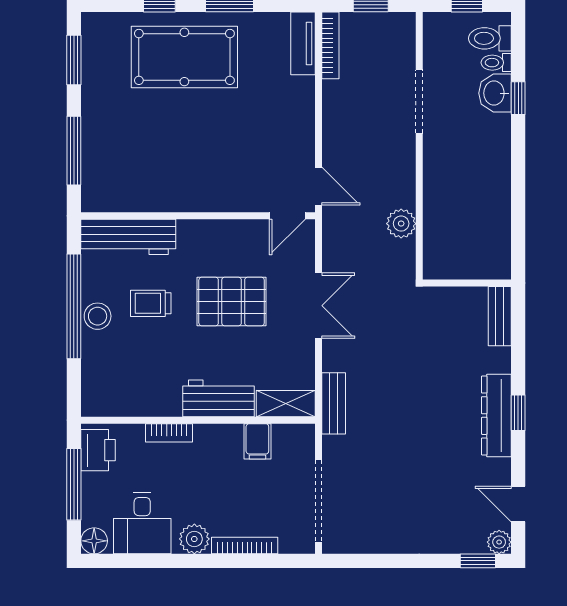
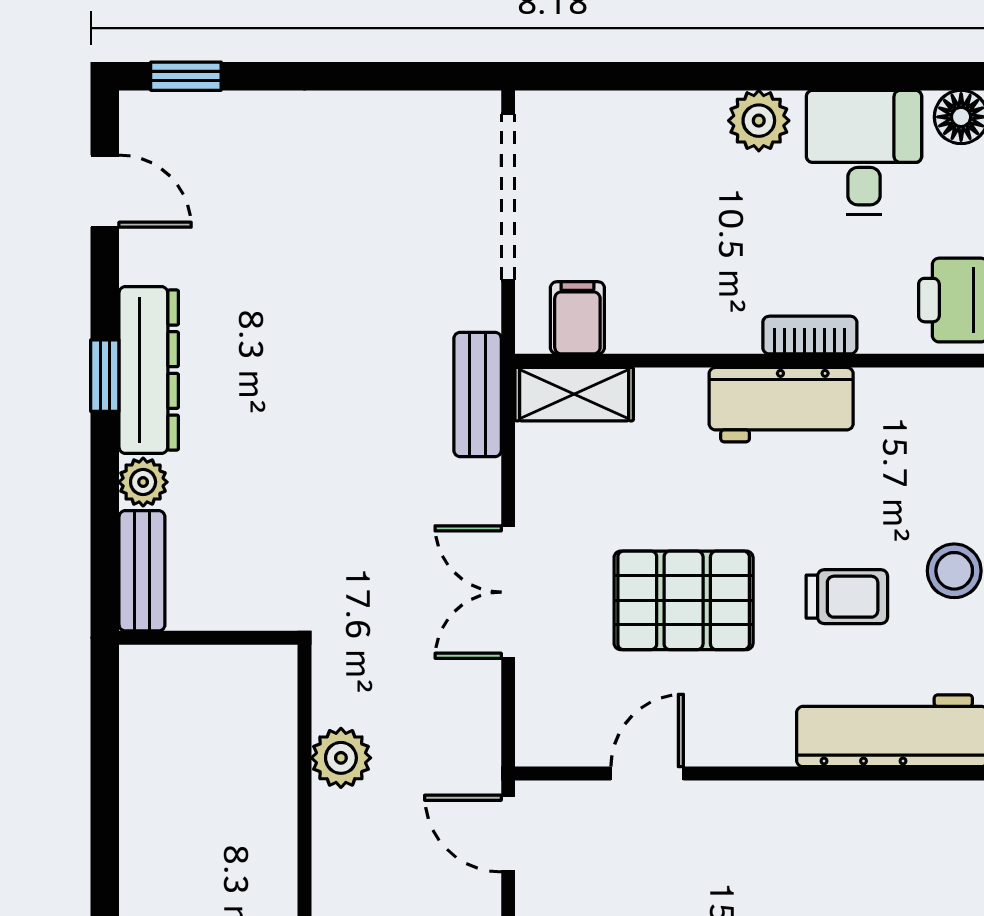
door: (287, 216) -> (647, 774), moved
workbench: (218, 398) -> (781, 405), moved
filing cabinet: (257, 441) -> (577, 318), moved
plant: (499, 542) -> (143, 482), moved
bookcase: (245, 546) -> (657, 107), removed

